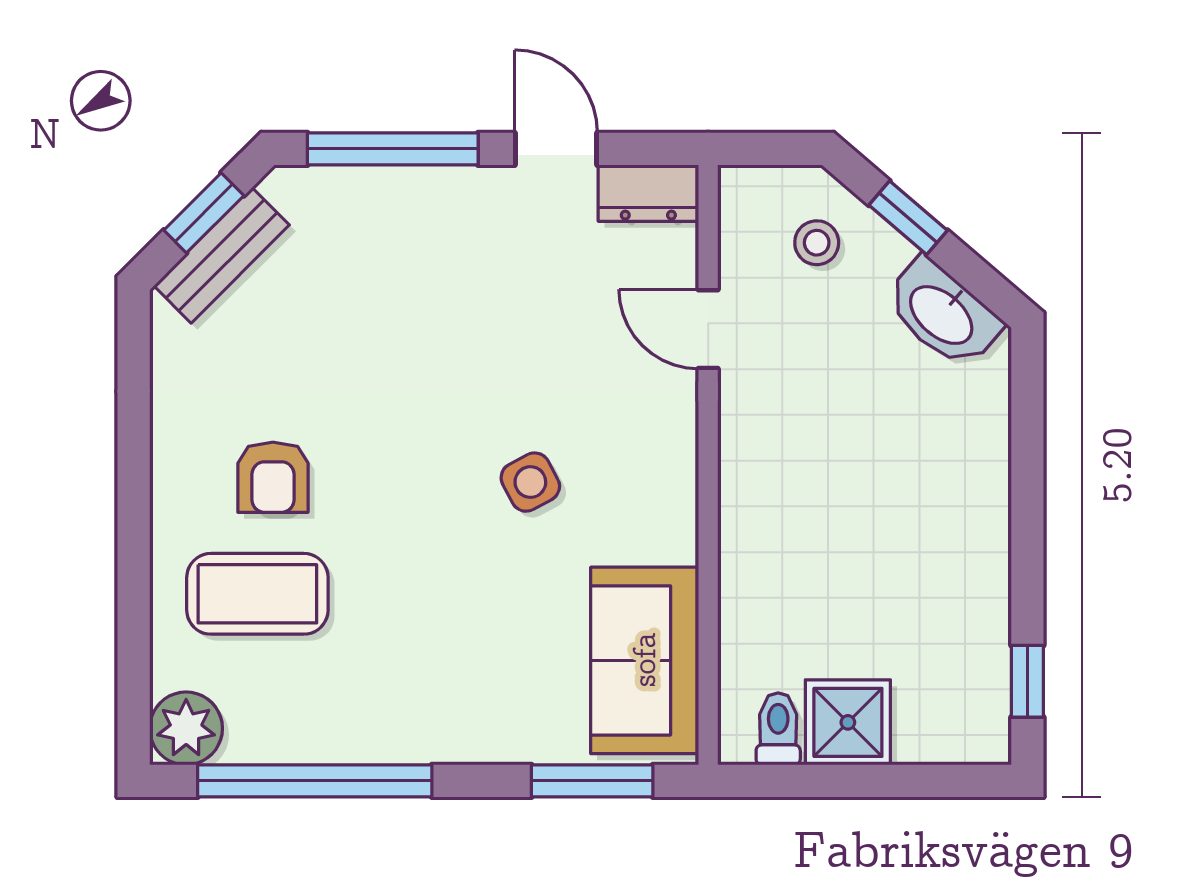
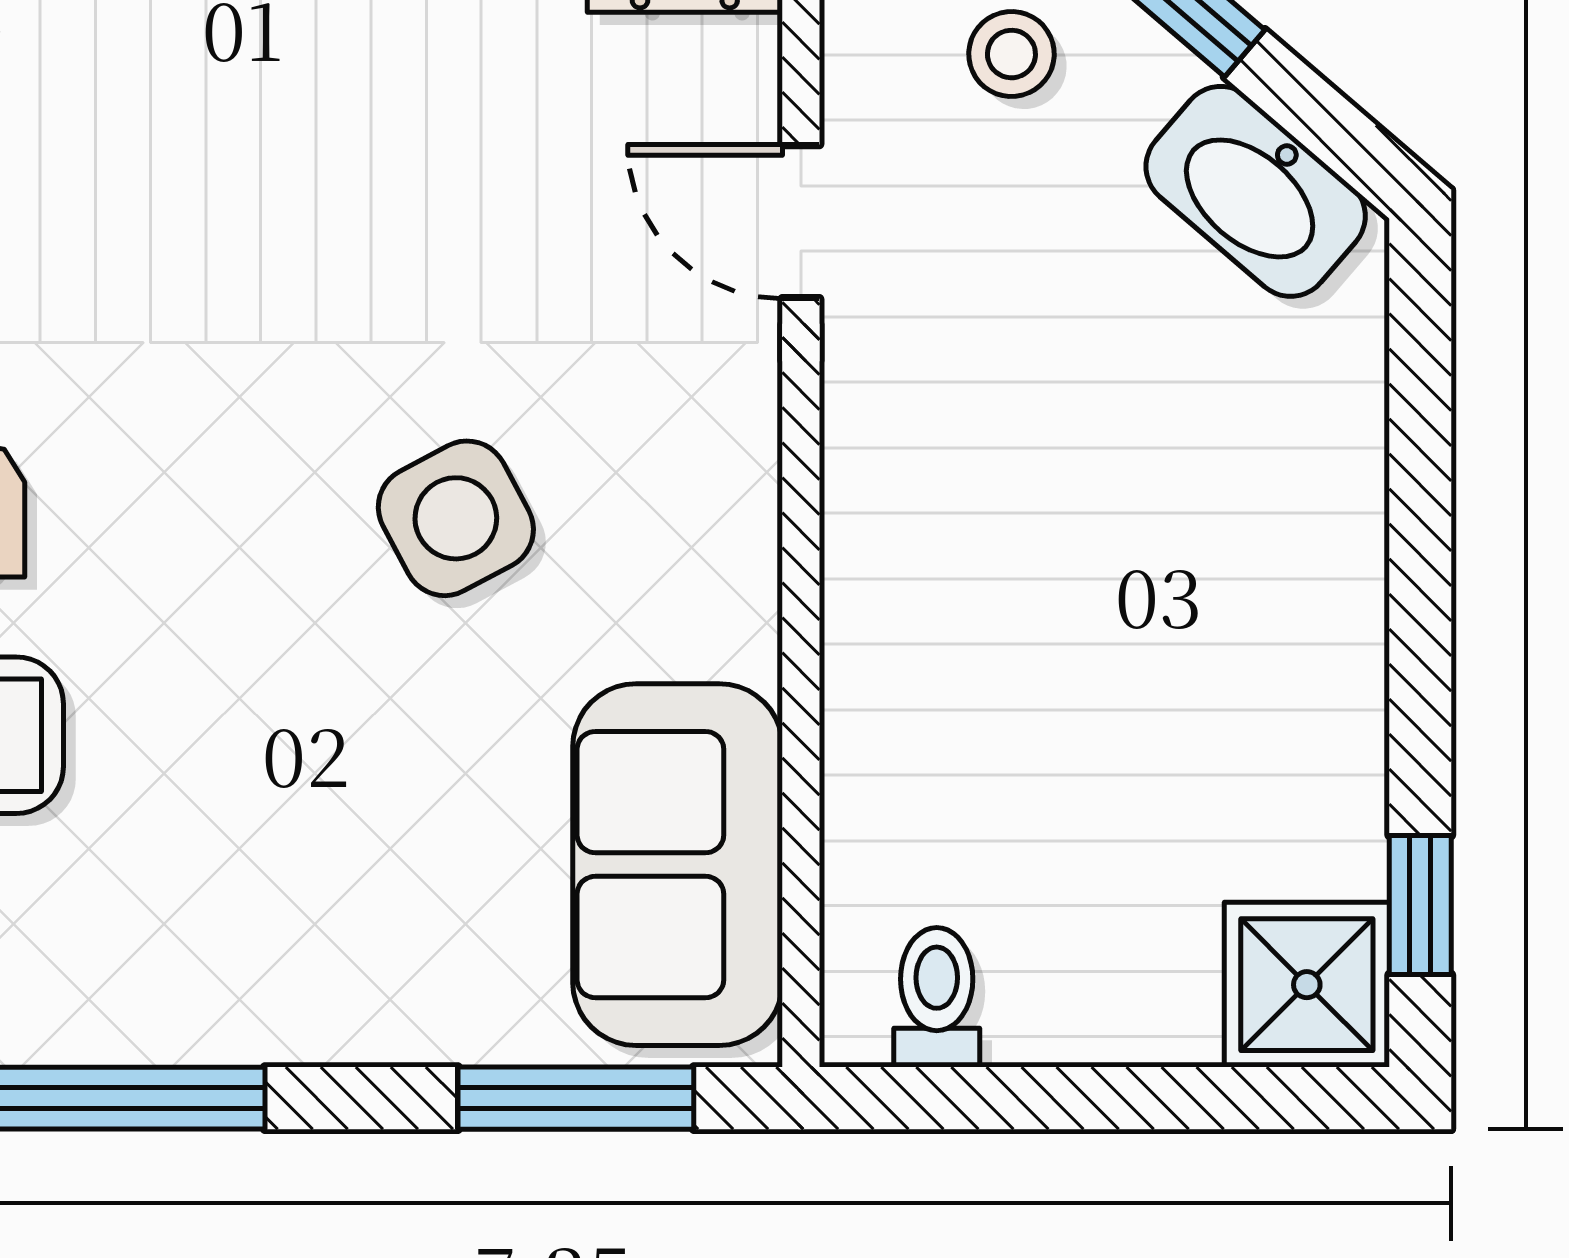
side table: (530, 482) -> (456, 518), width x1.37, depth x1.37
shower: (848, 722) -> (1307, 985), moved

